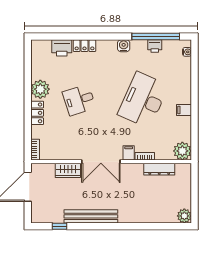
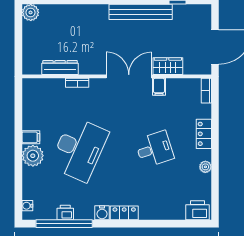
locker: (84, 46) -> (124, 213), moved
printer: (62, 48) -> (198, 210), moved
plant: (40, 89) -> (205, 167), width x0.53, depth x0.53
plant: (182, 151) -> (33, 156), moved
filing cabinet: (129, 153) -> (159, 87), moved

